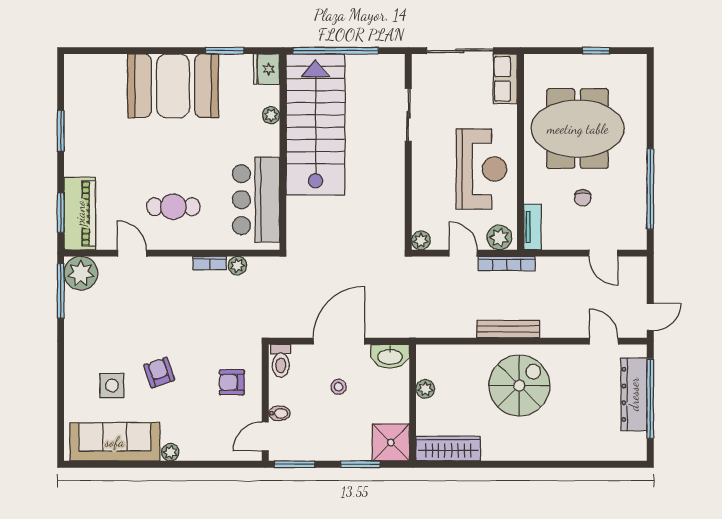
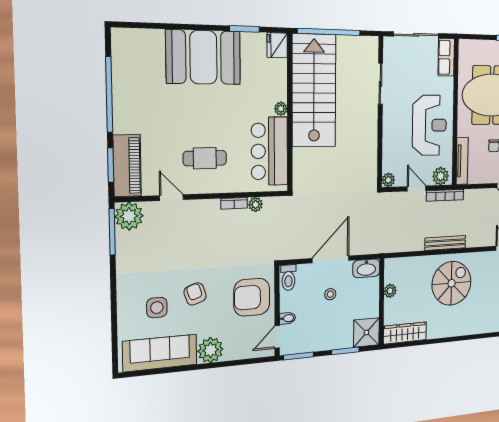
plant: (271, 115) -> (281, 109), moved
window: (61, 131) -> (109, 95), width x2.11
tv unit: (532, 227) -> (462, 161), width x1.41
armchair: (232, 382) -> (252, 297), width x1.88, depth x1.88
plant: (170, 452) -> (211, 350), width x1.88, depth x1.88

